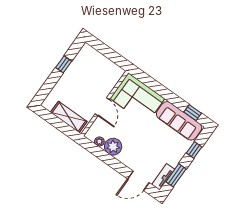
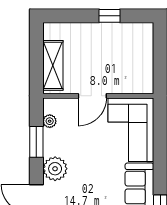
plant: (113, 147) -> (55, 169), moved
window: (106, 158) -> (36, 142), added

